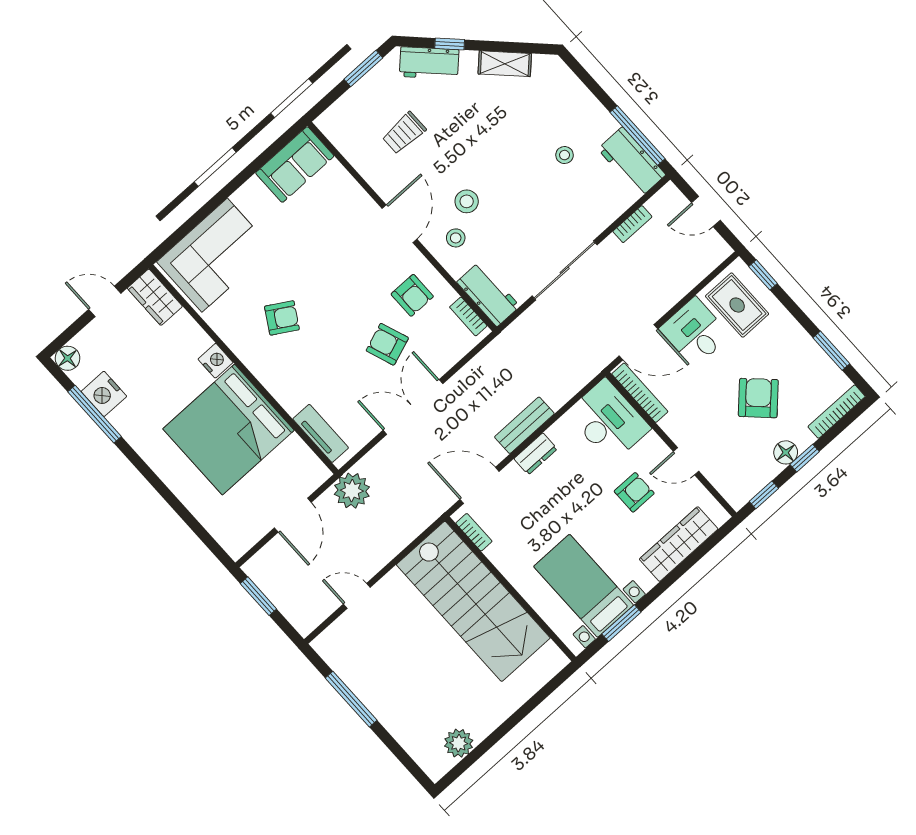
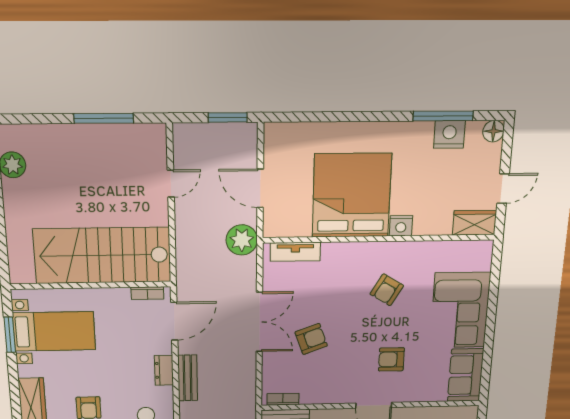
corner sofa: (215, 255) -> (460, 310), moved
armchair: (412, 295) -> (391, 359), moved

